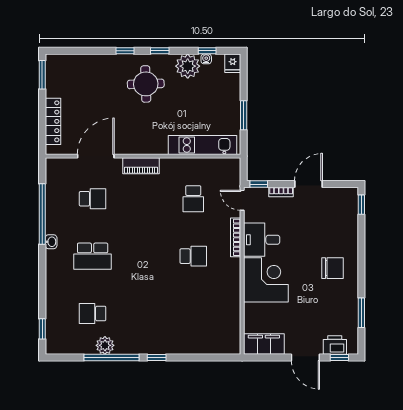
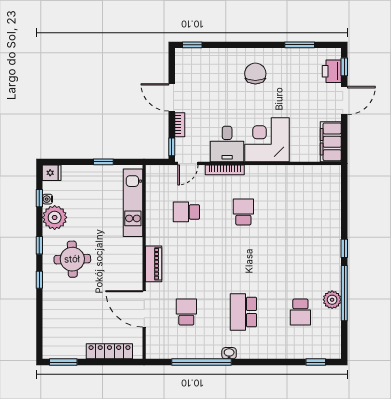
window: (244, 115) -> (103, 162), width x0.67
school desk: (193, 199) -> (186, 212), turned 180
school desk: (93, 256) -> (243, 312), turned 180

